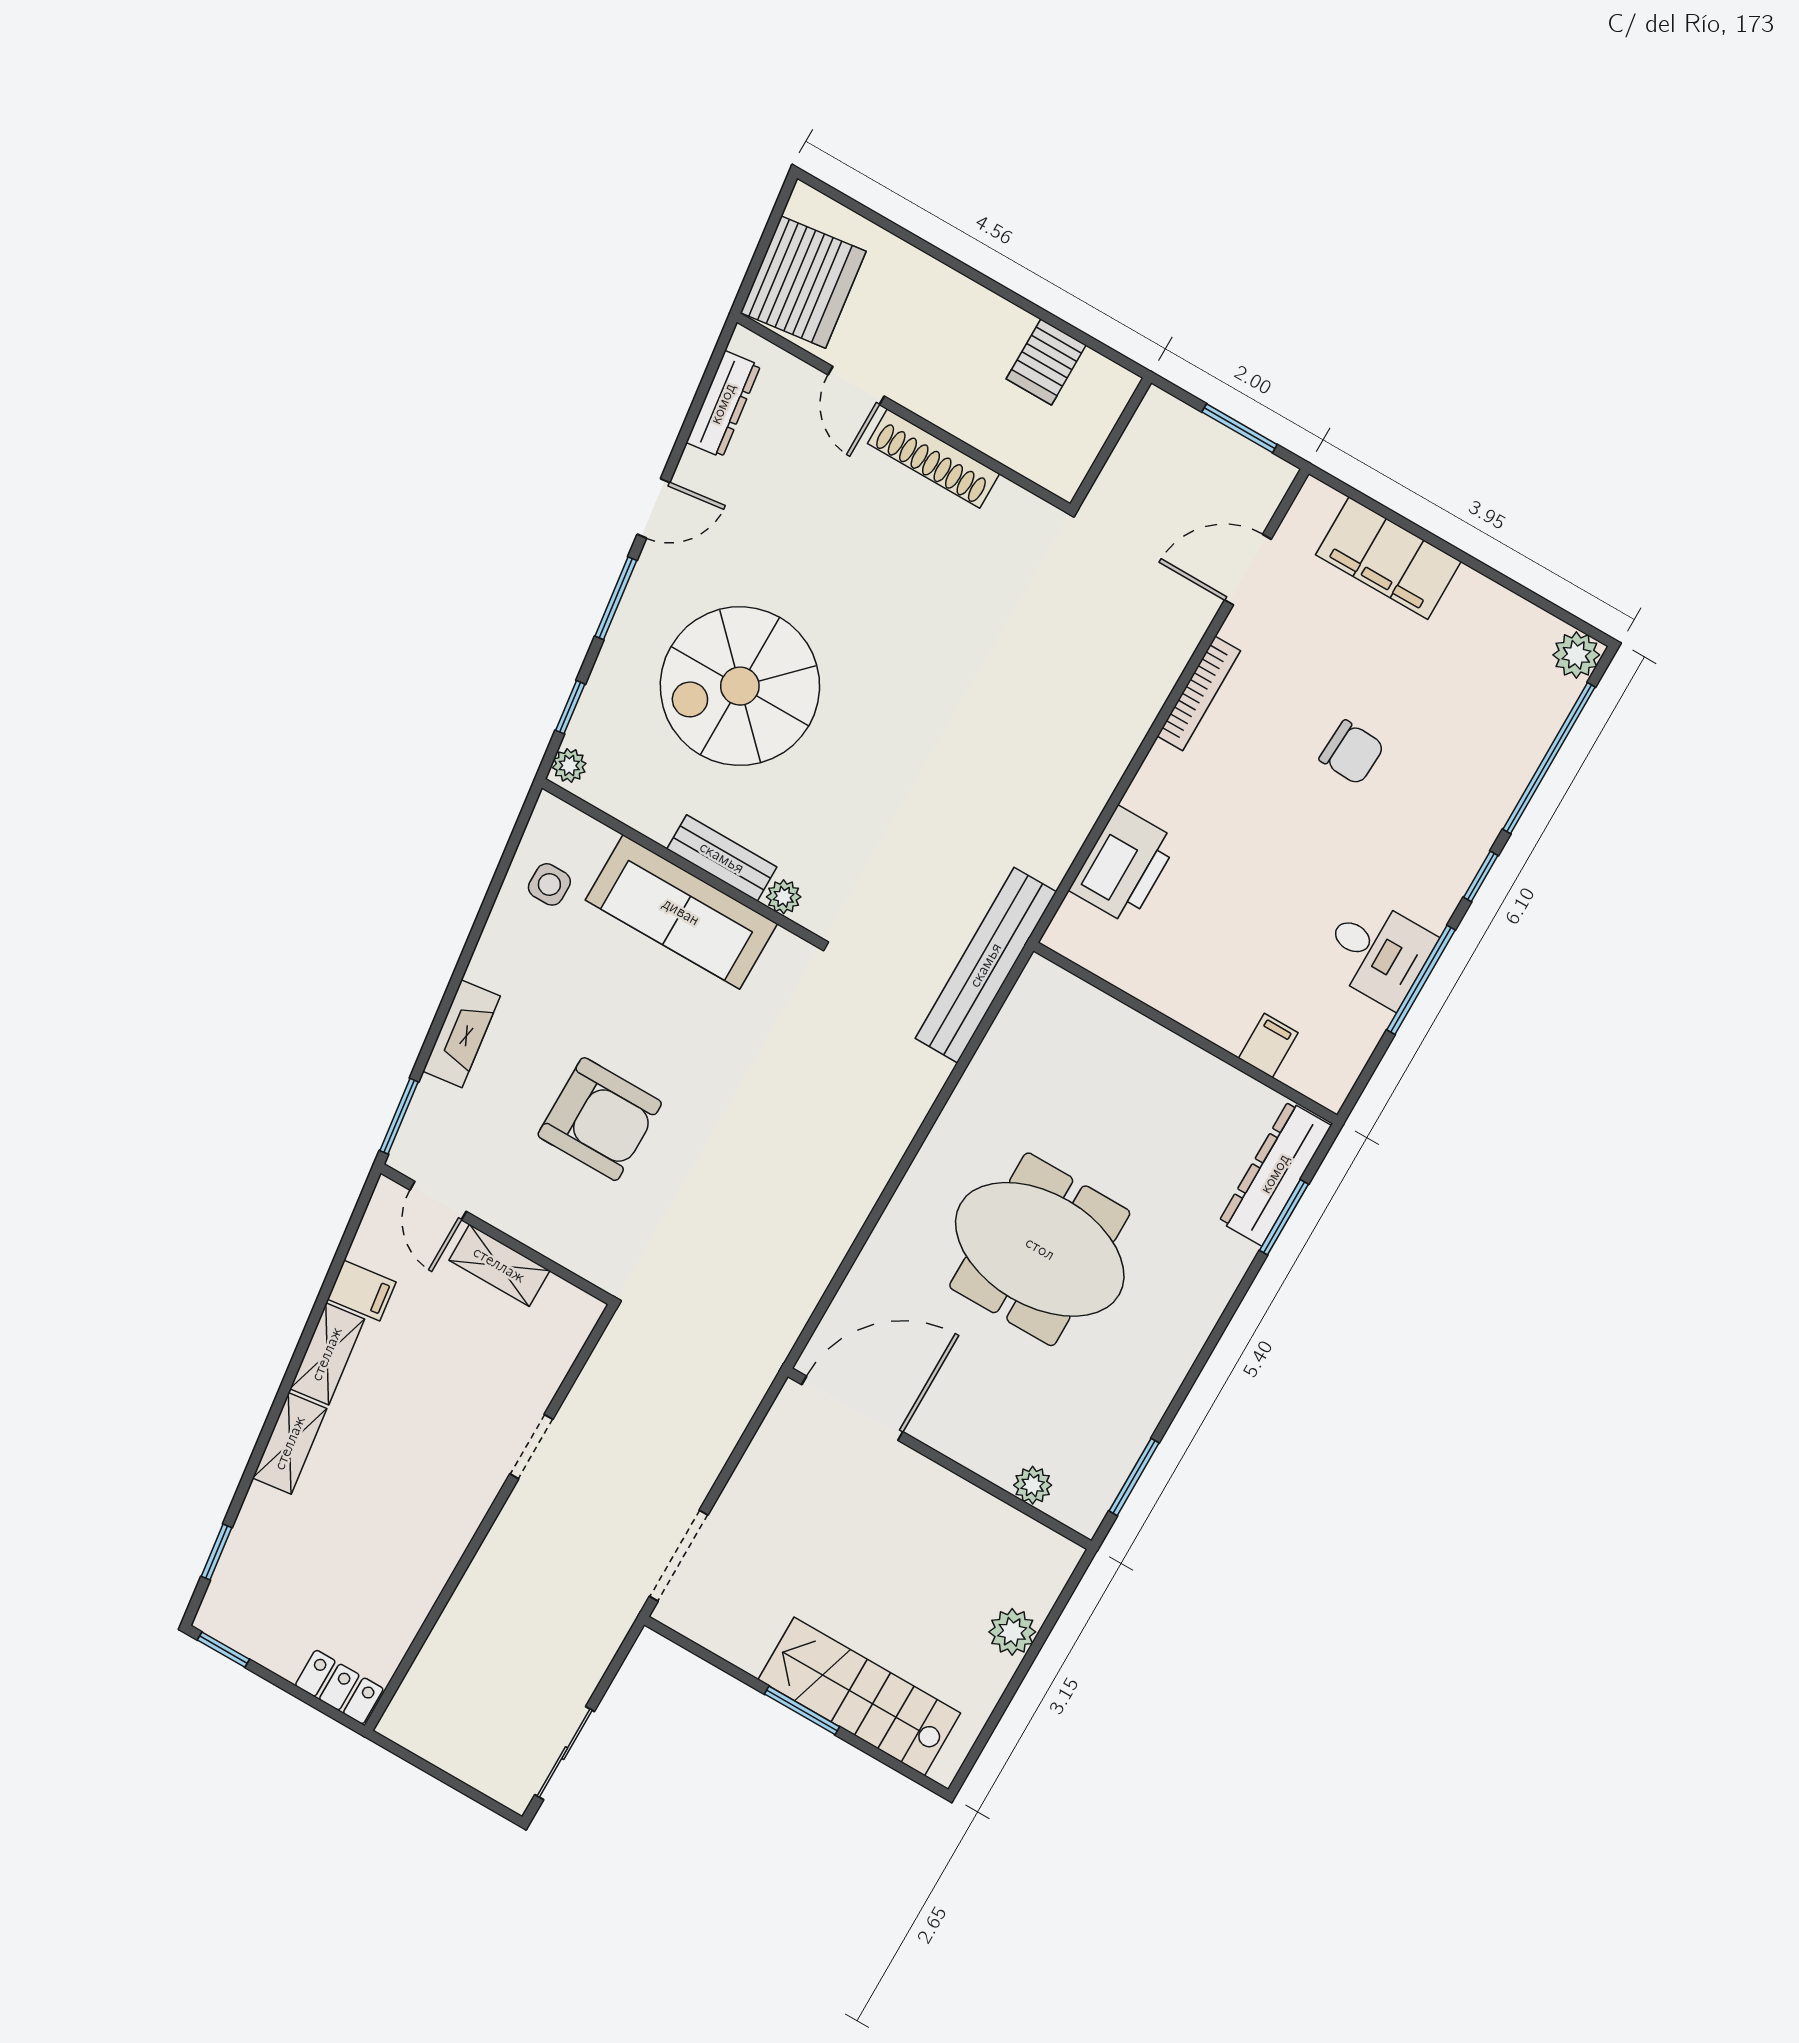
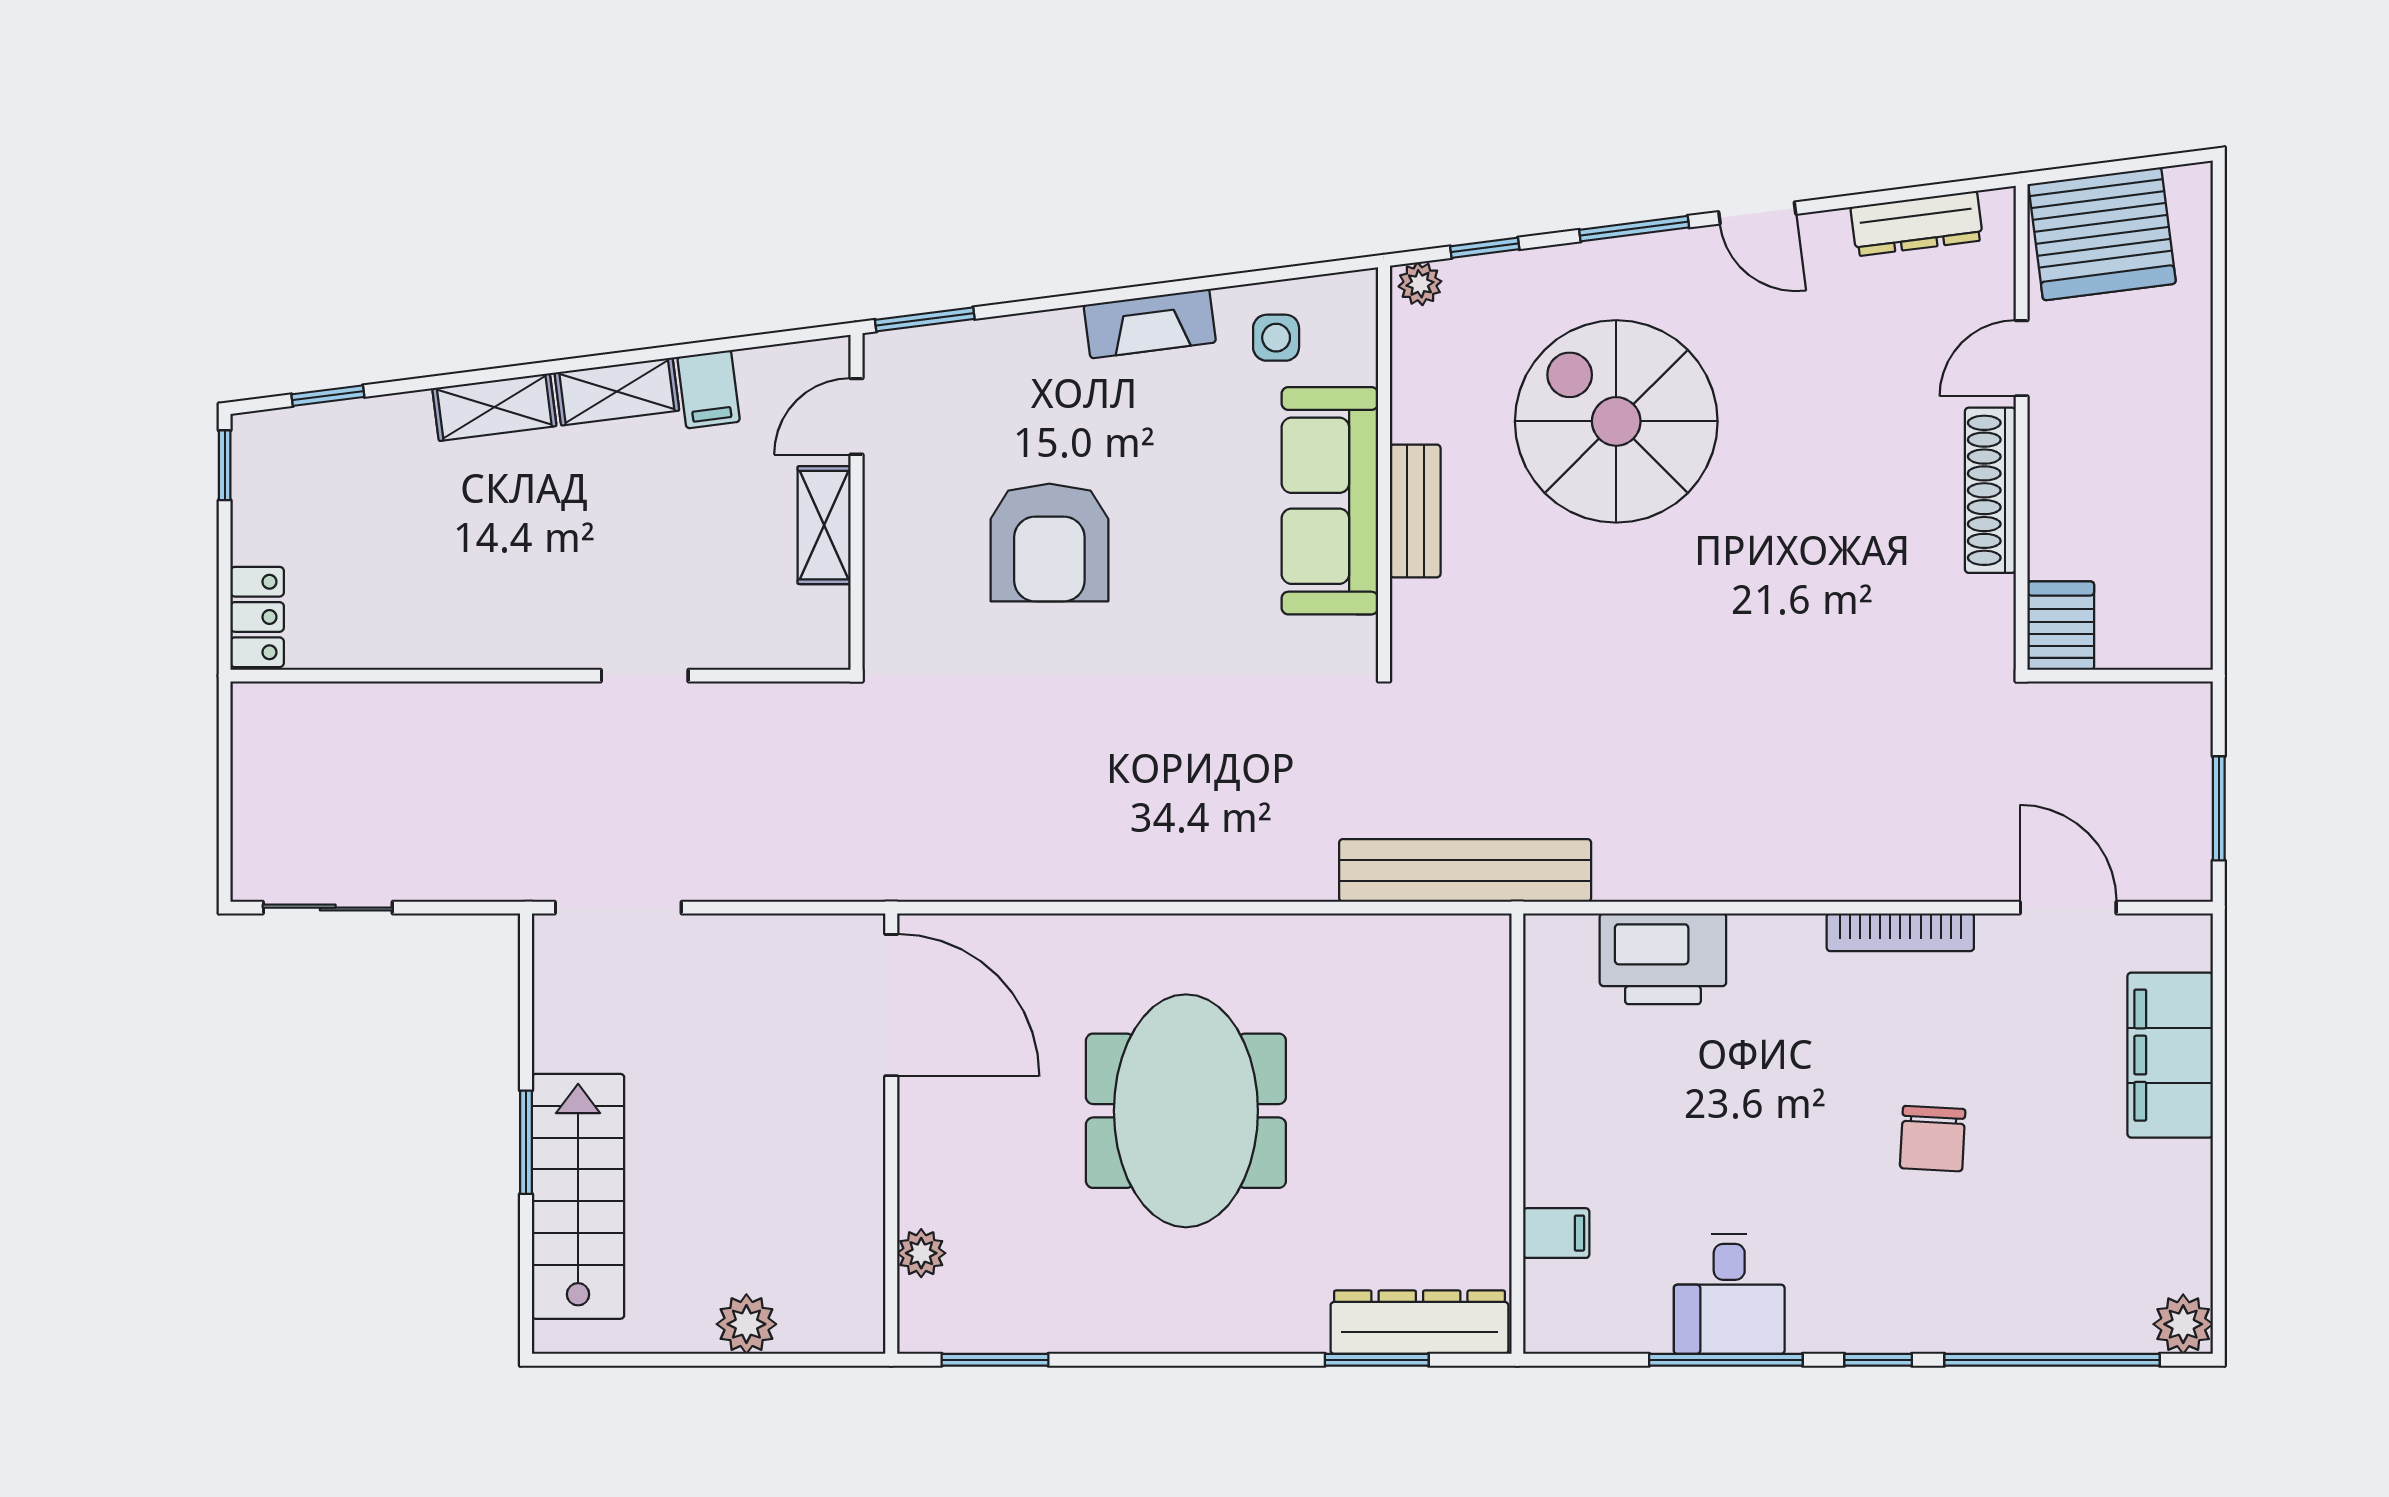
server rack: (1046, 362) -> (2061, 626), moved, turned 90
plant: (784, 897) -> (1412, 604), removed
fireplace: (462, 1034) -> (1150, 324), moved

